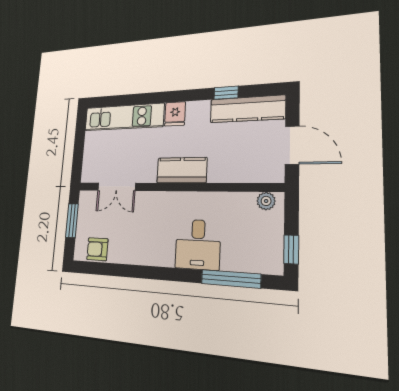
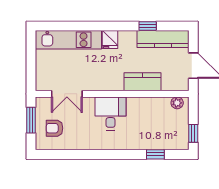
kitchen counter: (182, 170) -> (143, 82), moved
desk: (198, 244) -> (111, 113), moved, turned 180
armchair: (97, 249) -> (55, 128), moved
window: (231, 279) -> (155, 154), width x0.46

